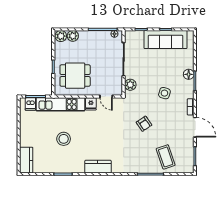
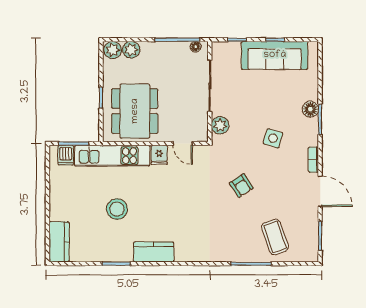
dining table: (75, 76) -> (135, 111), width x1.38
kitchen counter: (98, 167) -> (154, 252), moved

